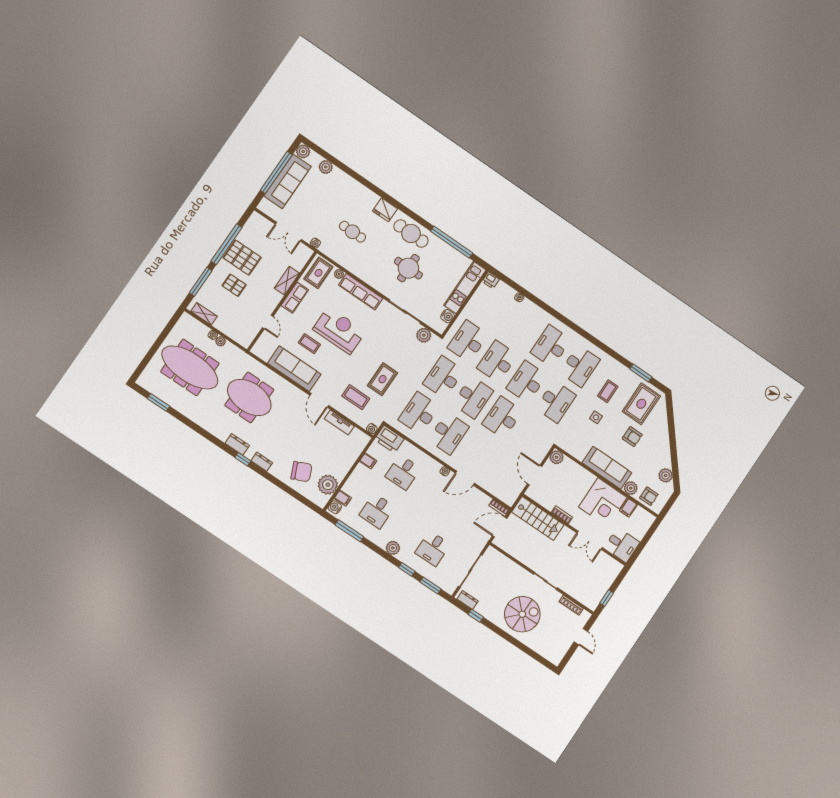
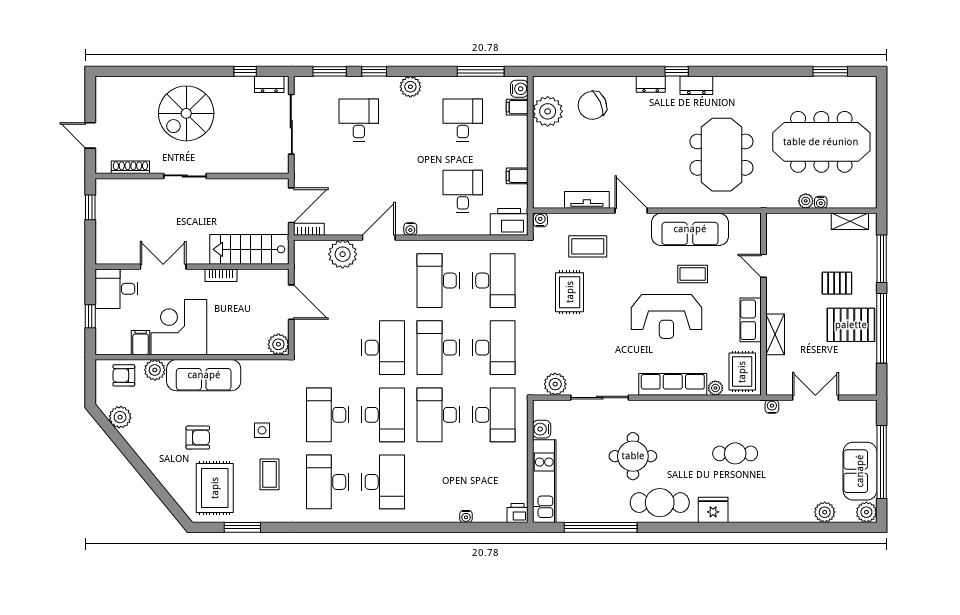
sofa: (288, 181) -> (860, 471), width x0.73
desk: (497, 362) -> (438, 415), turned 180
meeting table: (249, 397) -> (721, 155), turned 90
armchair: (632, 437) -> (198, 438), turned 180
plant: (490, 482) -> (343, 254), added
window: (645, 540) -> (90, 316), added

